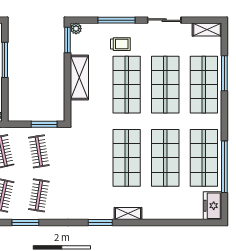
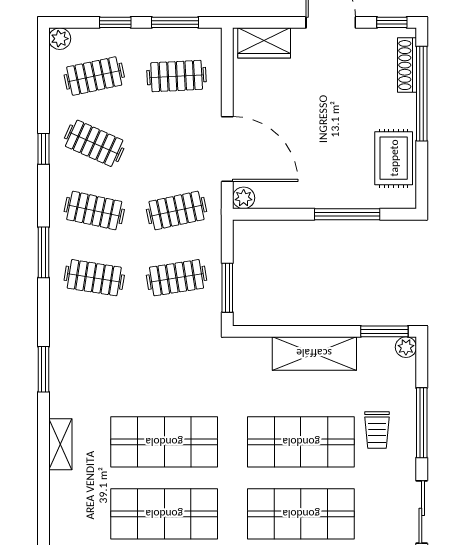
window: (100, 223) -> (43, 369), moved

